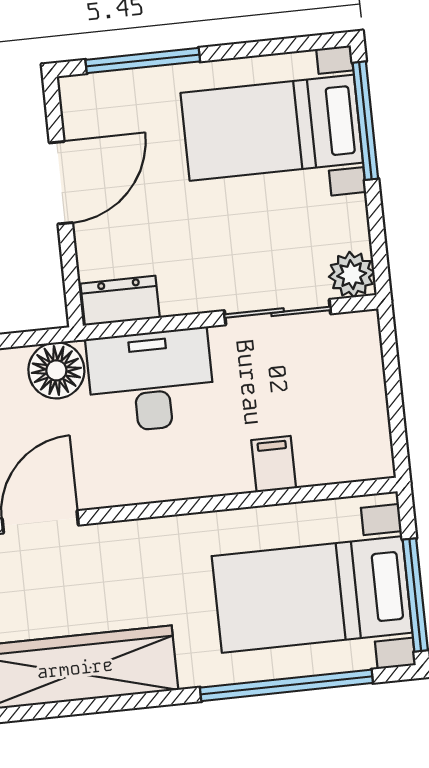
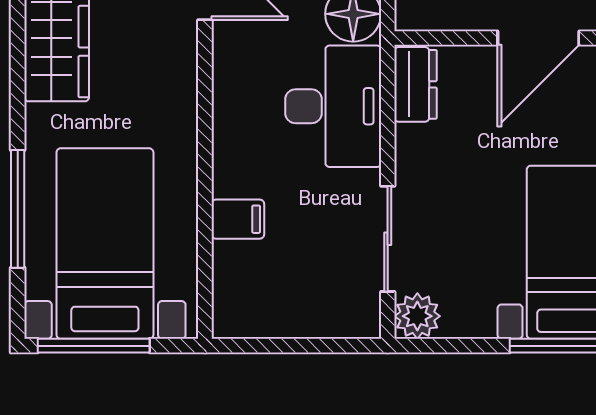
door: (61, 183) -> (538, 38), hinge flipped
window: (286, 685) -> (18, 209), width x0.68

